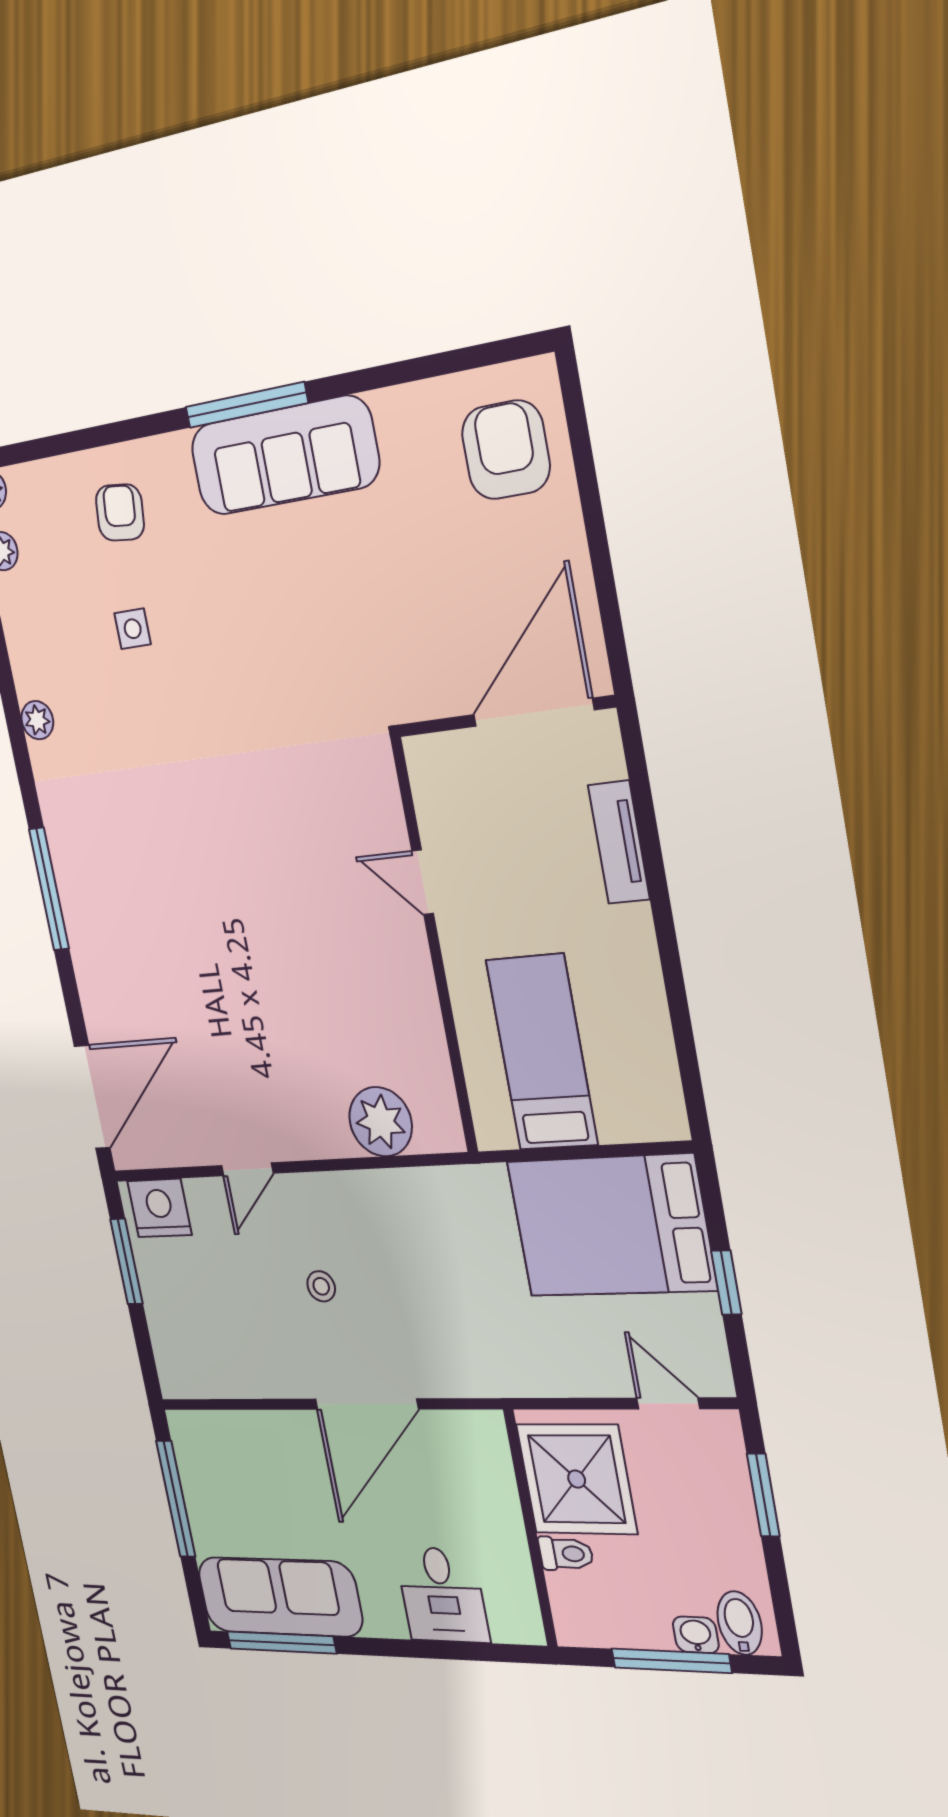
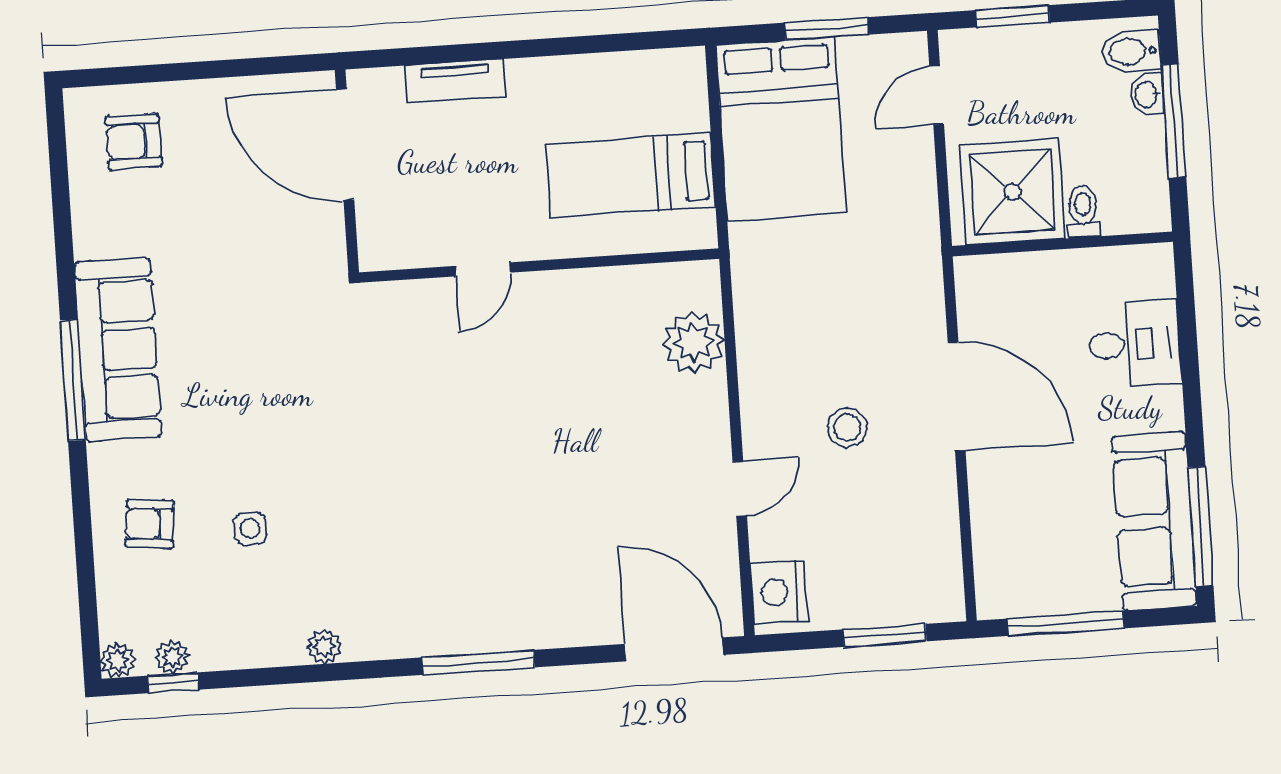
armchair: (506, 450) -> (134, 141), width x0.72, depth x0.72
door: (247, 1169) -> (740, 489), hinge flipped
window: (126, 1262) -> (885, 635), moved
window: (726, 1283) -> (827, 29), width x1.50
stool: (321, 1286) -> (847, 427), width x1.37, depth x1.37

